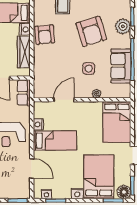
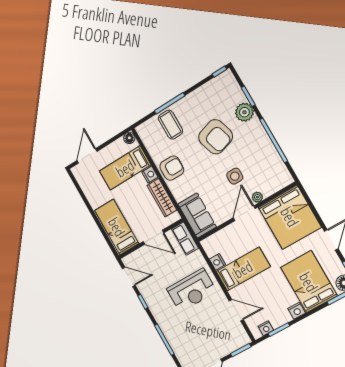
armchair: (45, 35) -> (172, 168), turned -85
sofa: (121, 66) -> (197, 216), moved, turned 180
door: (64, 100) -> (244, 213), moved
bed: (117, 122) -> (290, 217), width x1.36

